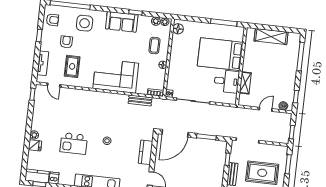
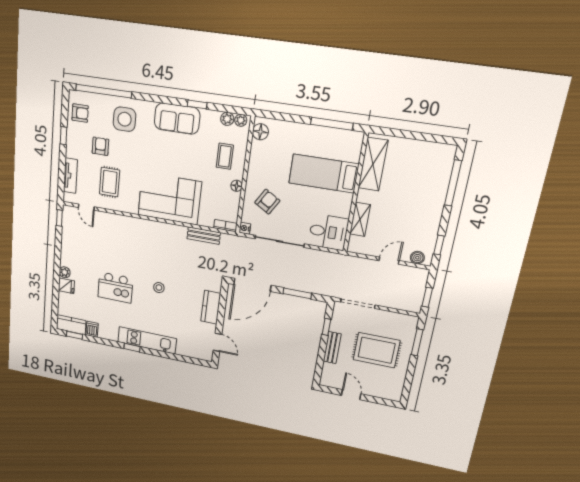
shelving: (271, 36) -> (373, 164), moved, turned 90
bed: (220, 54) -> (324, 174), width x0.67
armchair: (184, 74) -> (267, 202), added
desk: (227, 81) -> (328, 232), moved

